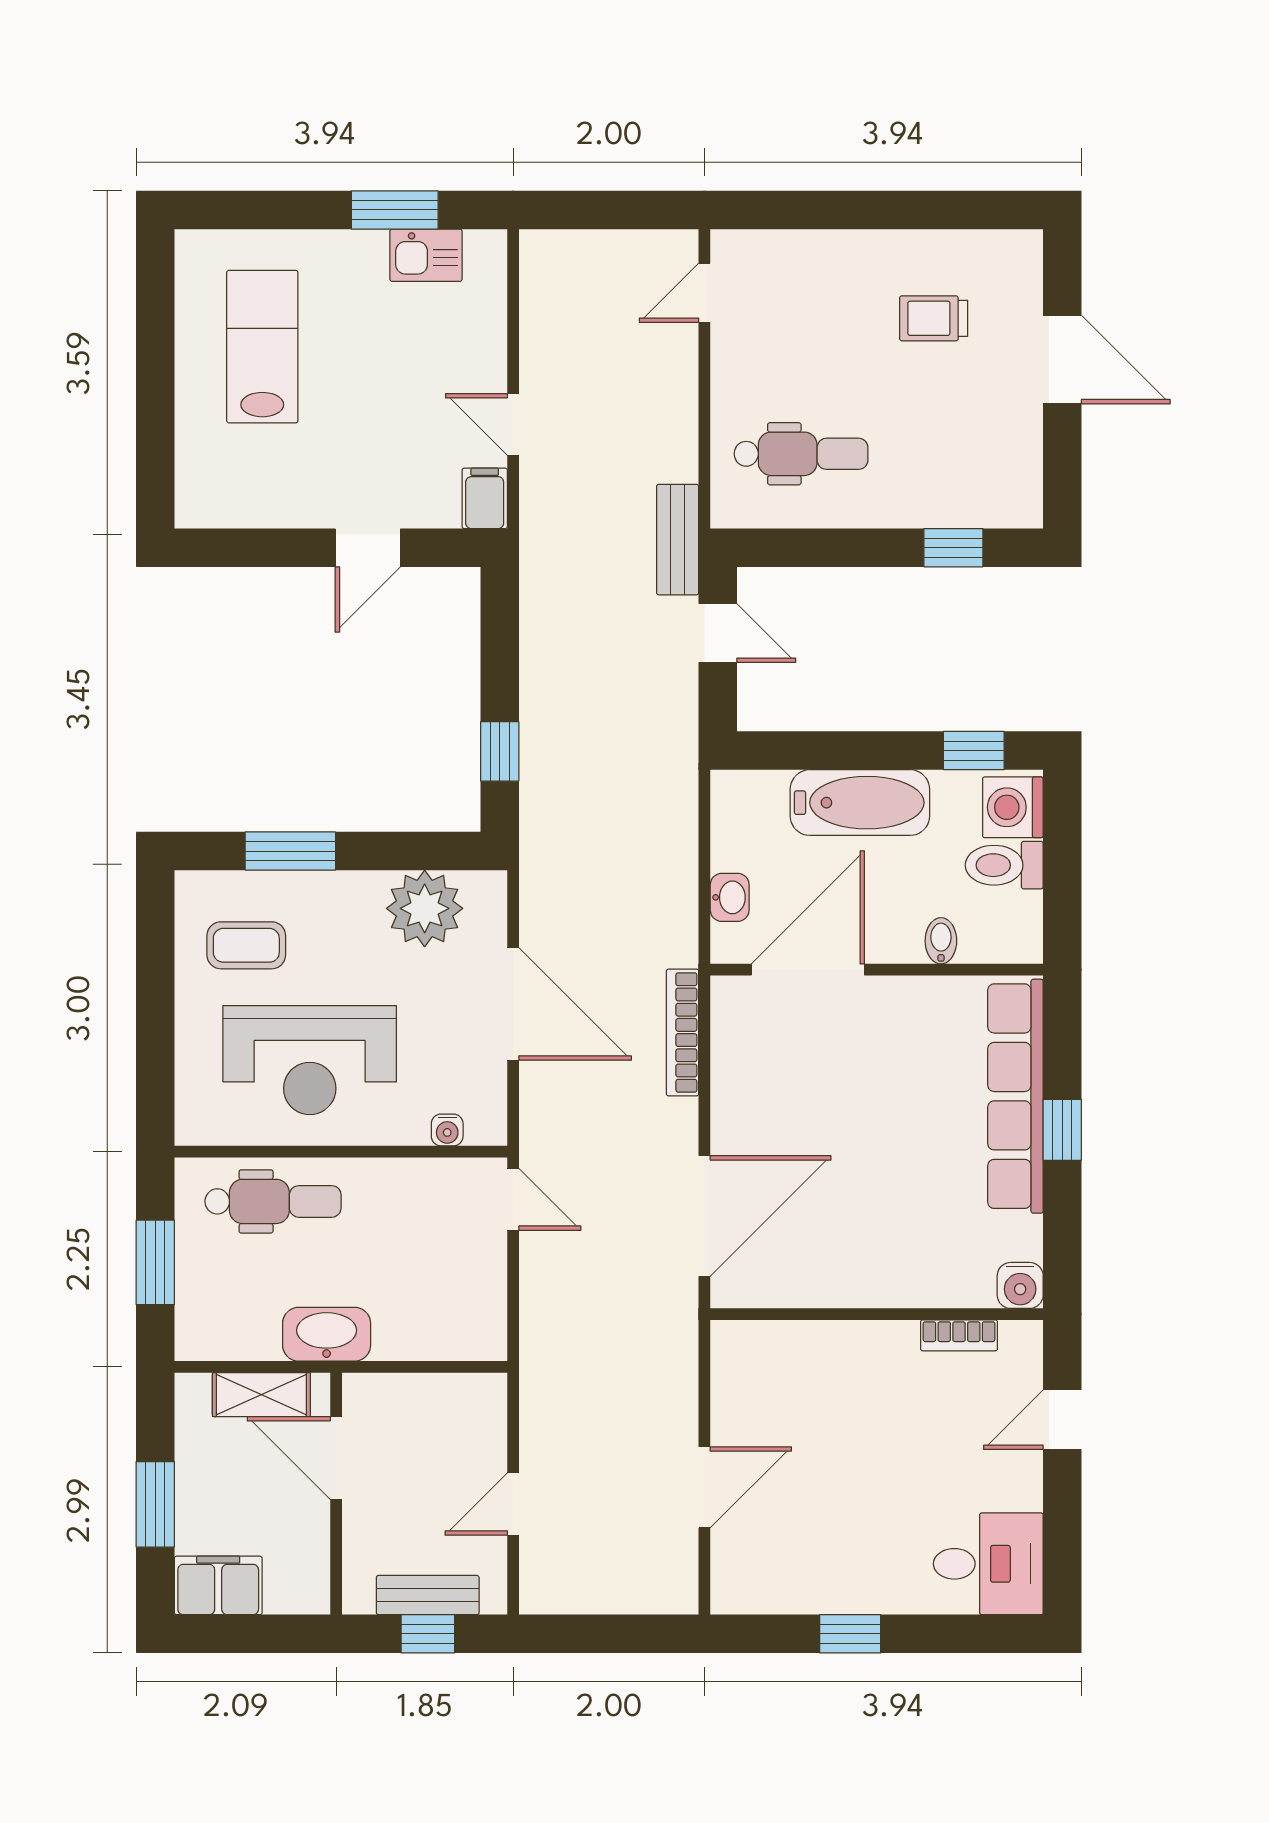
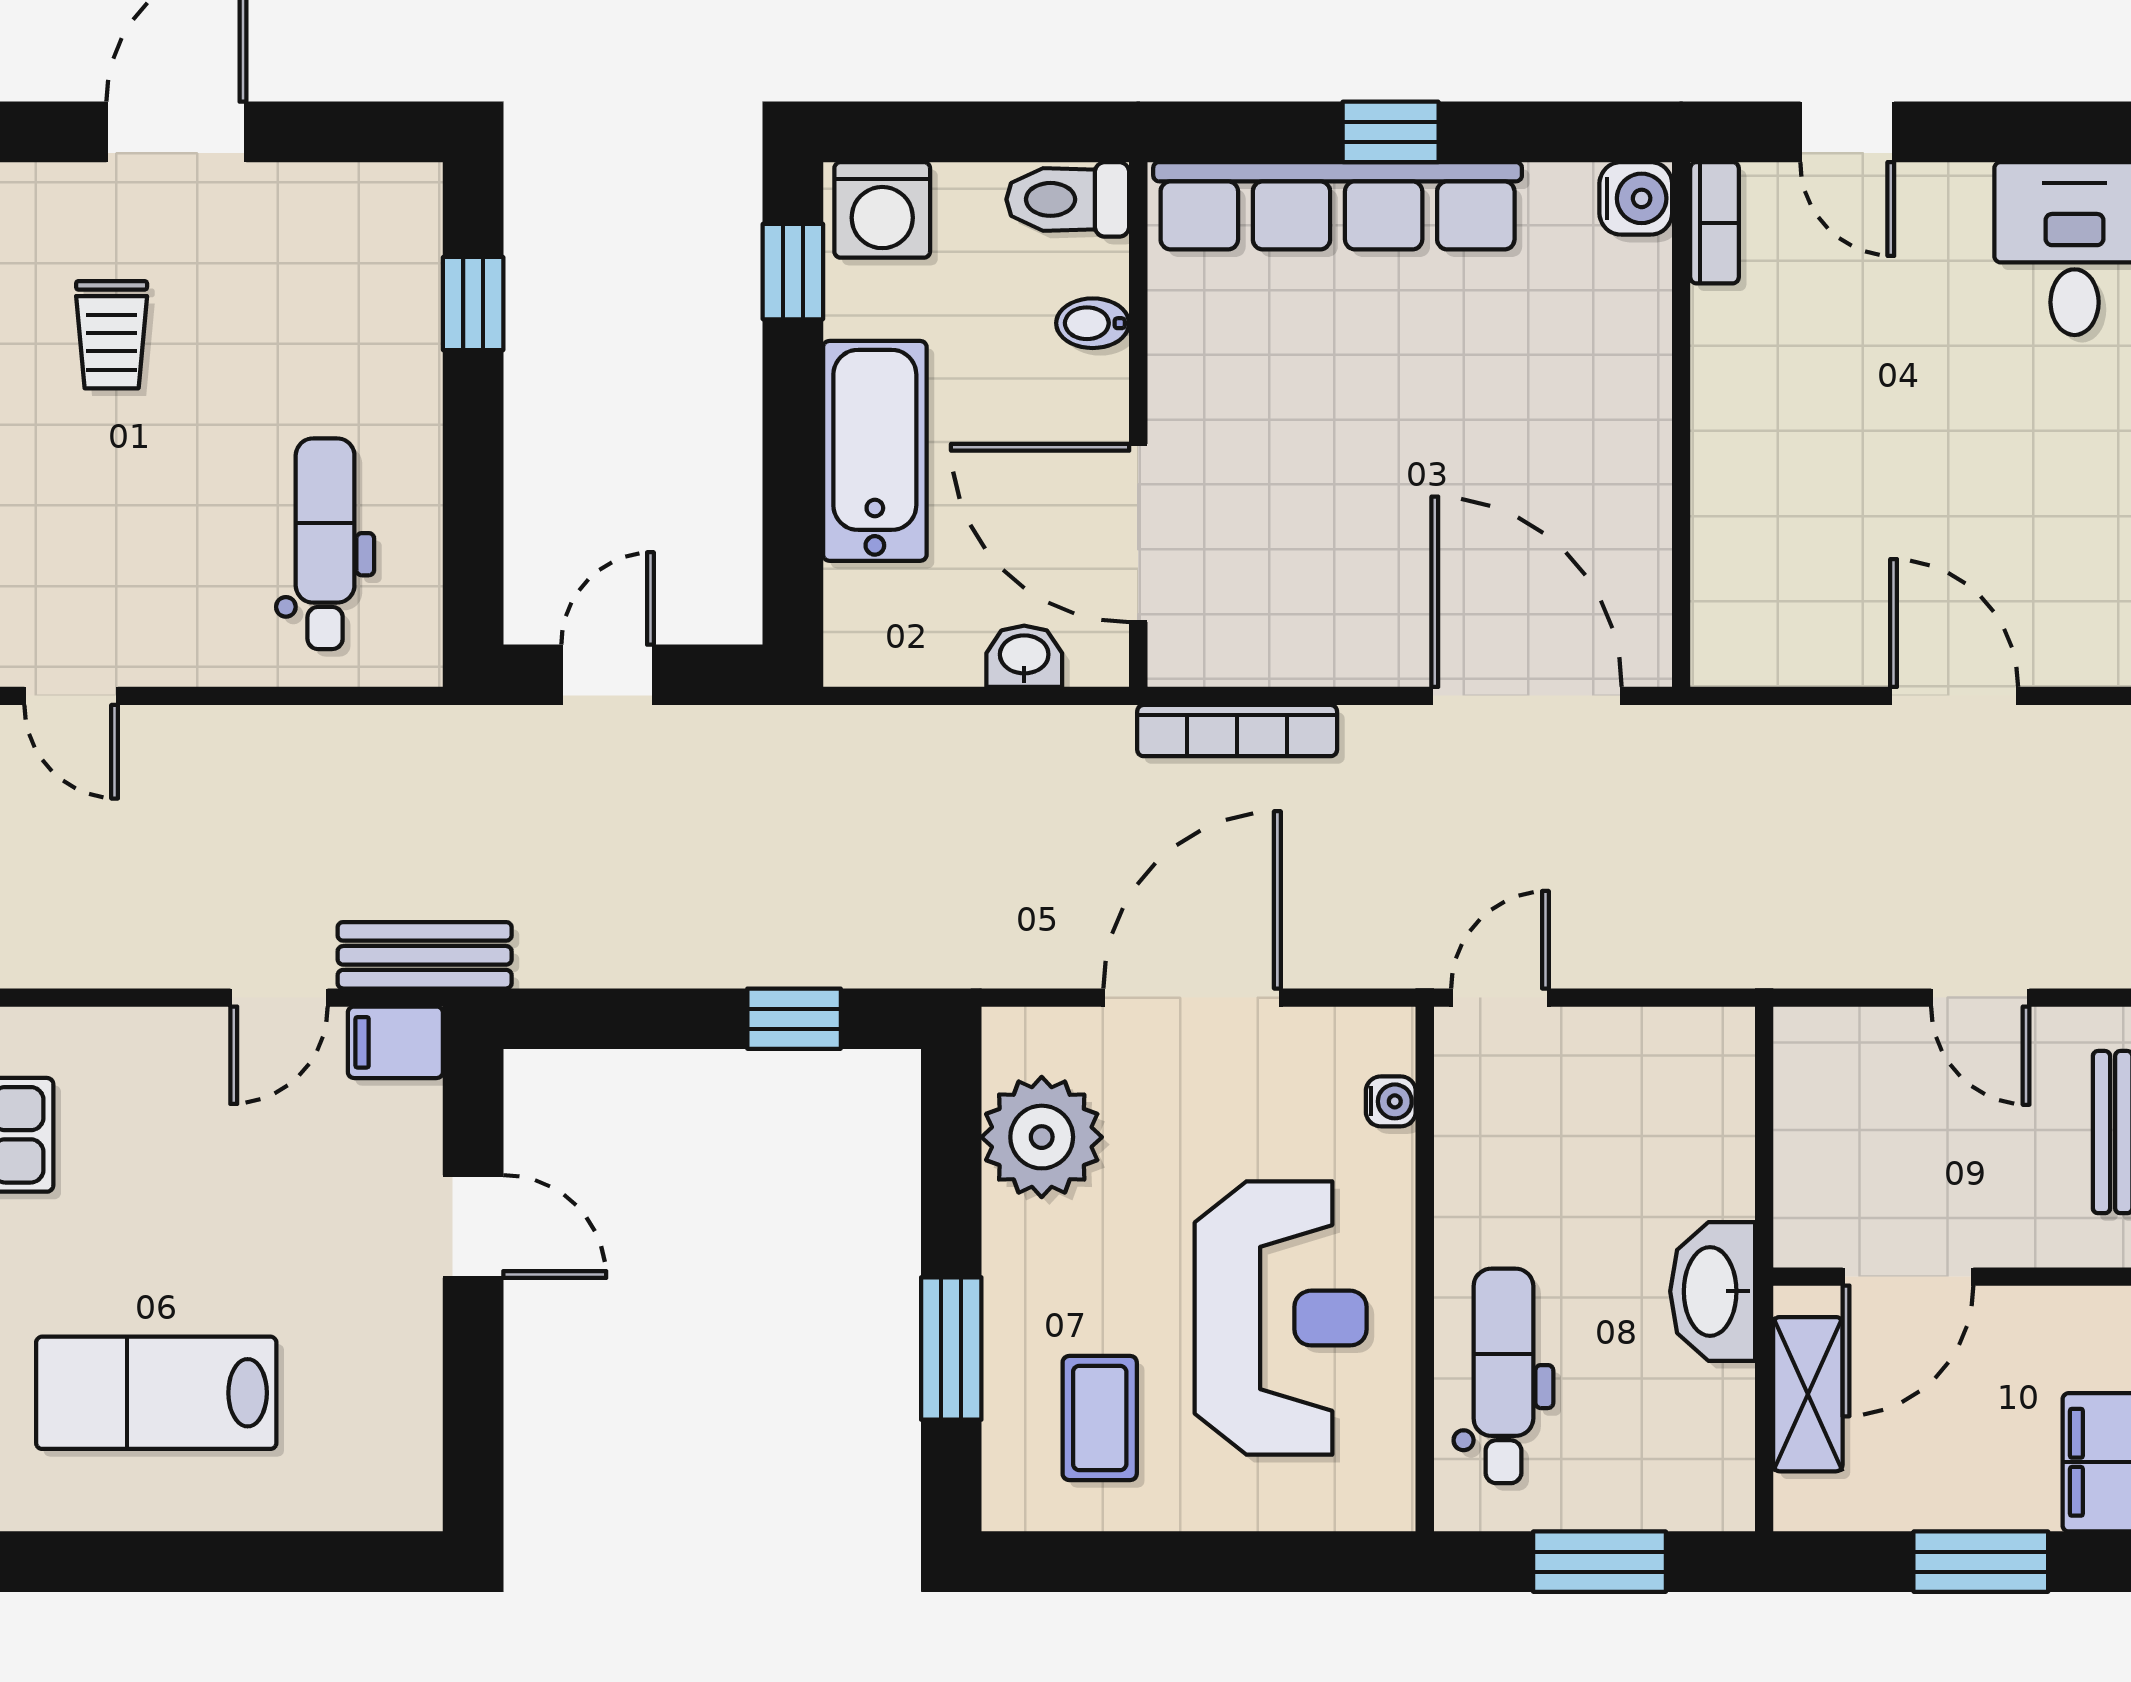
bench: (678, 540) -> (425, 955), moved
toilet: (1004, 865) -> (1068, 199), moved, turned 90
bookcase: (959, 1335) -> (1714, 223), moved

